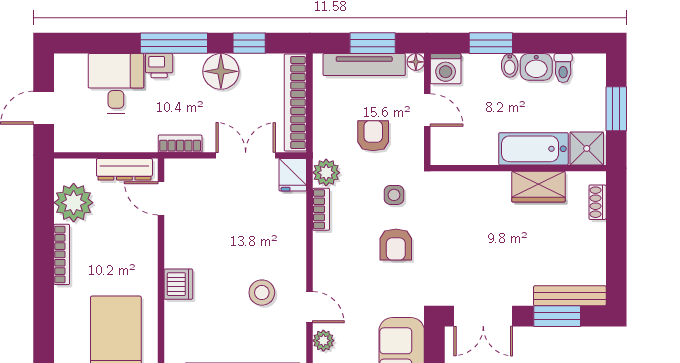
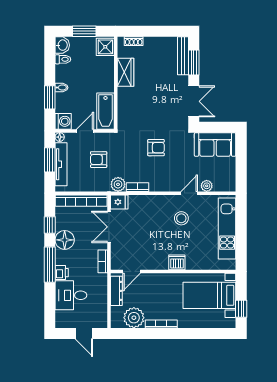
washbasin: (536, 67) -> (62, 45), moved
bathtub: (533, 149) -> (105, 111), moved
side table: (394, 195) -> (130, 149), removed

